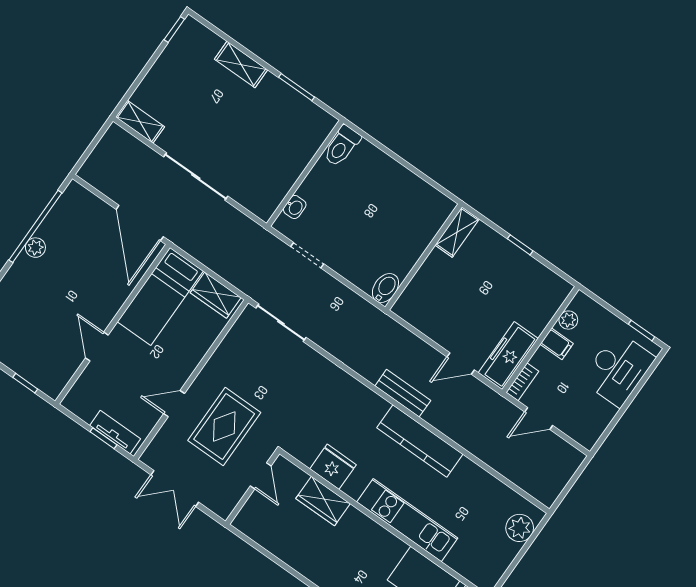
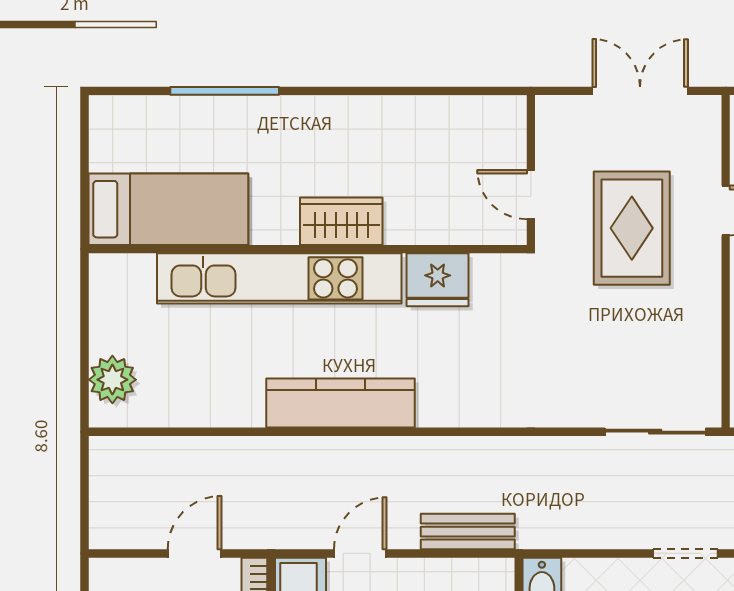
bench: (403, 393) -> (468, 532), moved
wardrobe: (323, 501) -> (341, 221), moved
kitchen unit: (407, 520) -> (279, 278), width x1.36

